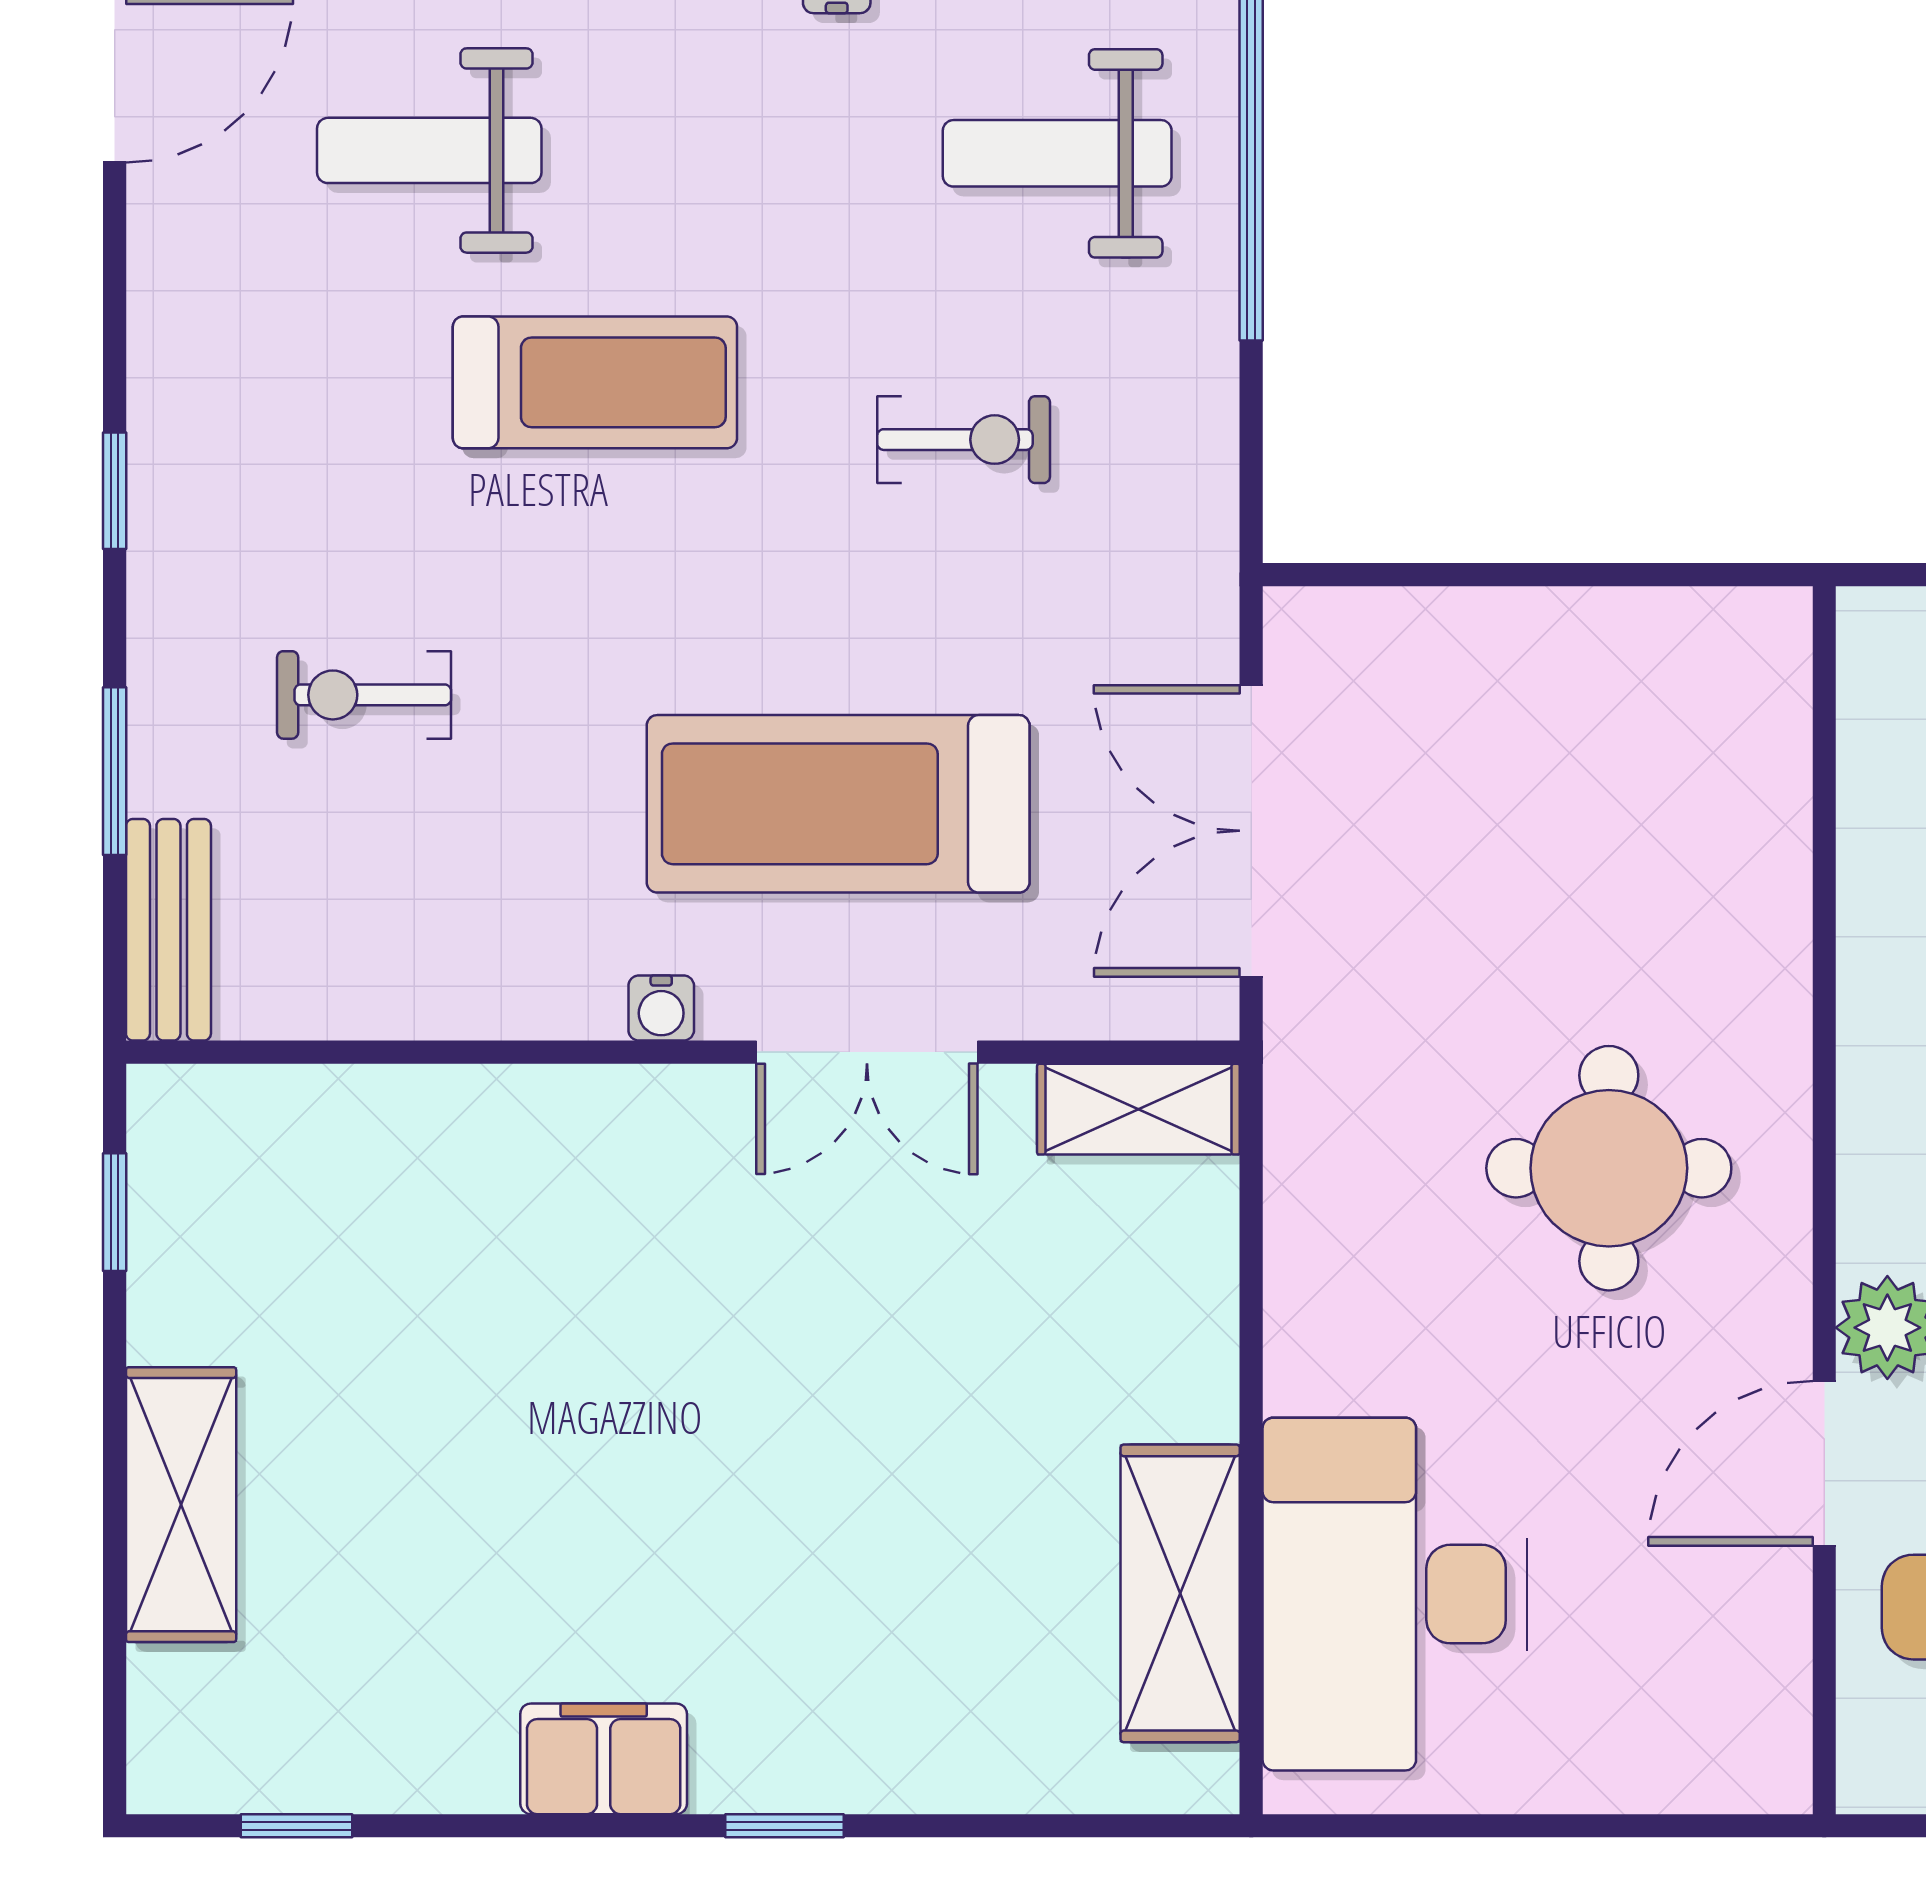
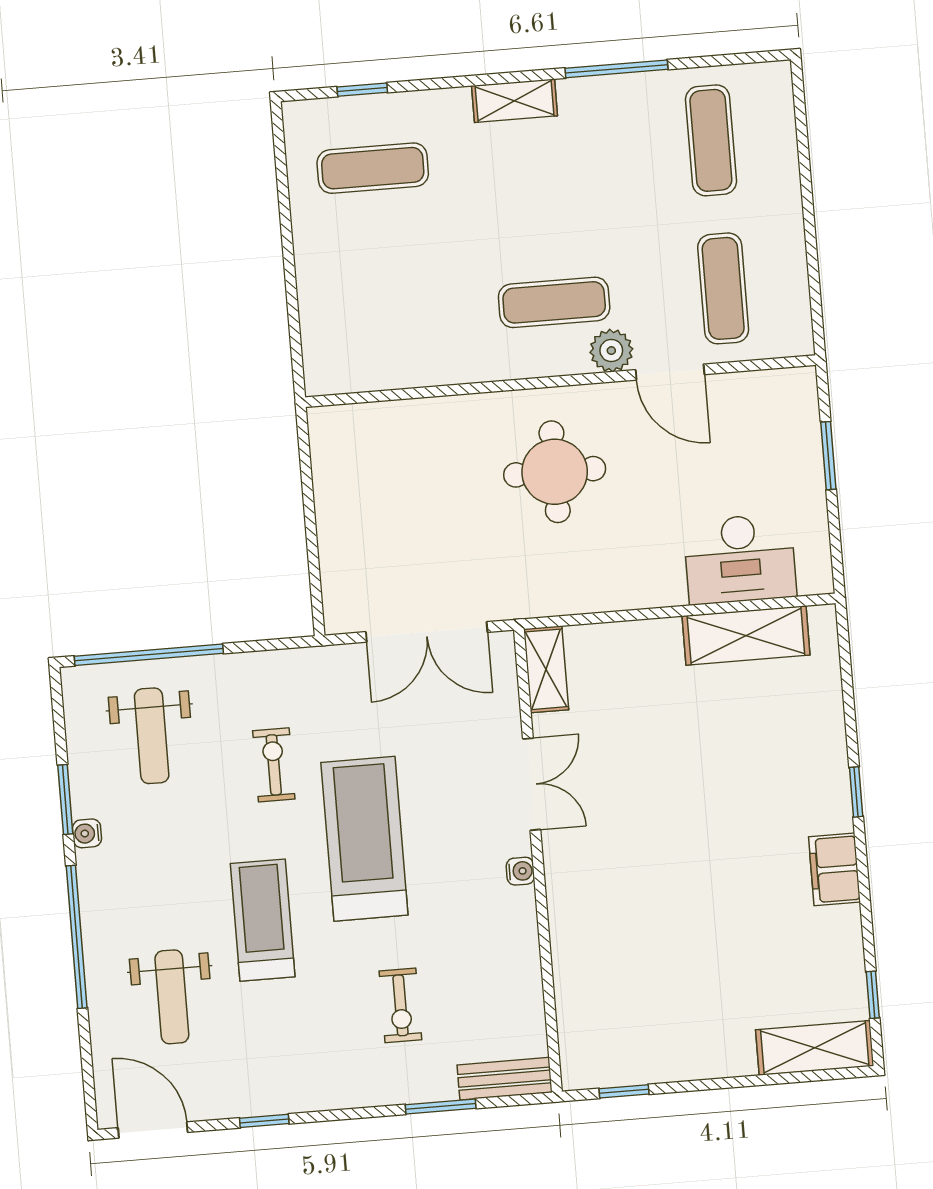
window: (115, 491) -> (264, 1121), moved
treadmill: (838, 804) -> (364, 839), moved, turned 180
shelving: (181, 1505) -> (815, 1048), moved
desk: (1395, 1594) -> (740, 559), width x0.73, depth x0.77
window: (1594, 1826) -> (828, 456), added

